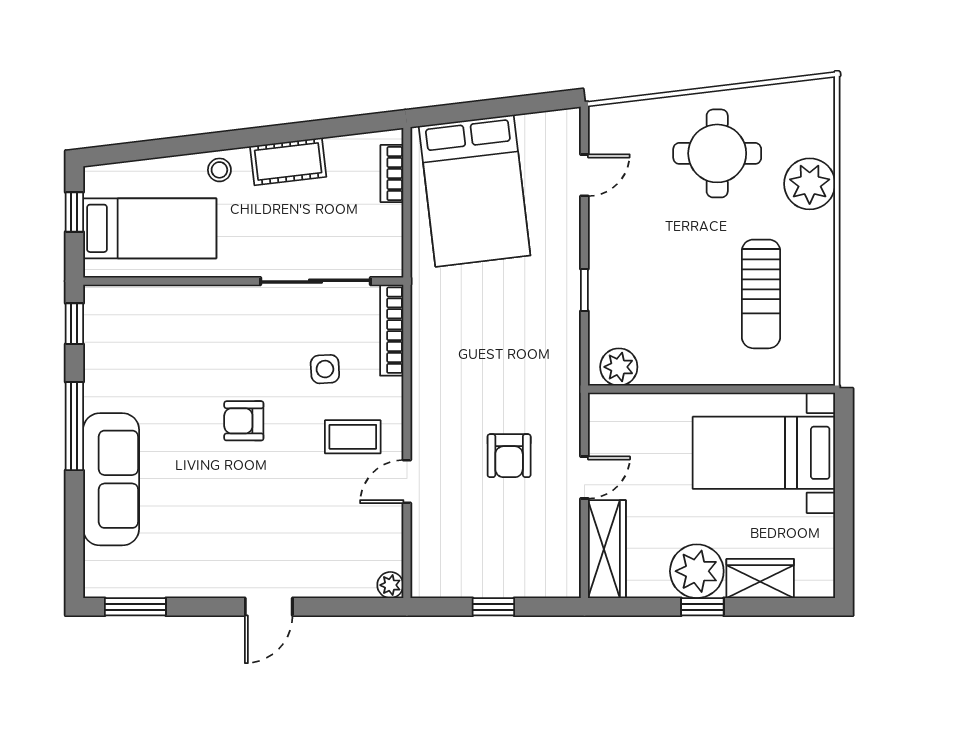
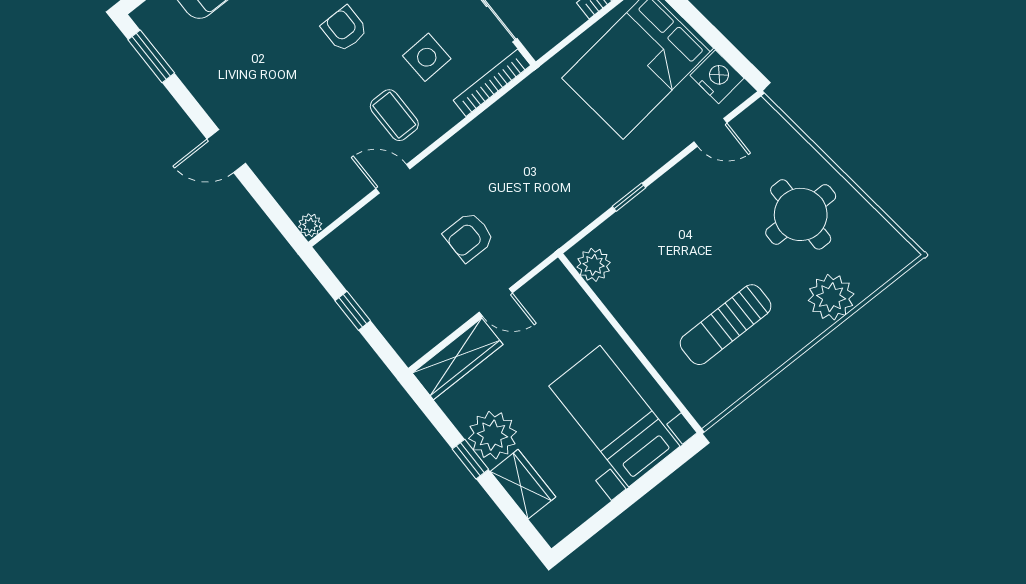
nightstand: (541, 131) -> (717, 77), added
side table: (325, 369) -> (427, 57), width x1.37, depth x1.37

